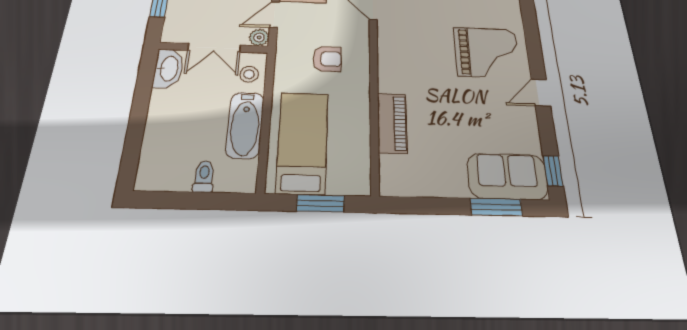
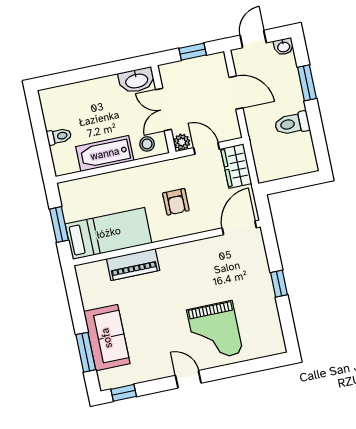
bed: (303, 142) -> (109, 233), moved
sofa: (507, 176) -> (107, 338), moved

